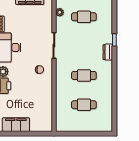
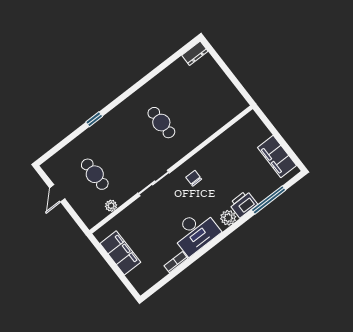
dresser: (108, 52) -> (195, 53), moved
cafe table: (84, 105) -> (195, 97), removed

